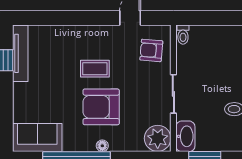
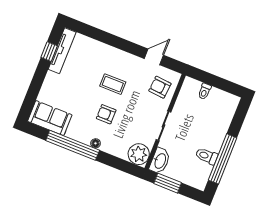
toilet: (183, 35) -> (205, 91), moved
armchair: (101, 107) -> (106, 114), width x0.53, depth x0.53

